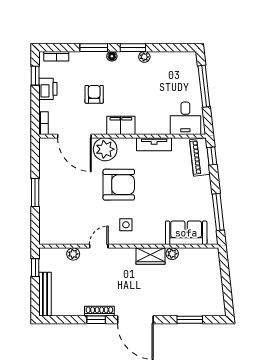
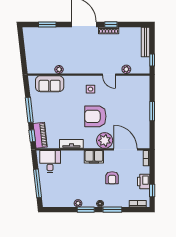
window: (218, 212) -> (29, 110), moved
door: (99, 246) -> (109, 75), hinge flipped
wardrobe: (151, 256) -> (74, 68), removed

